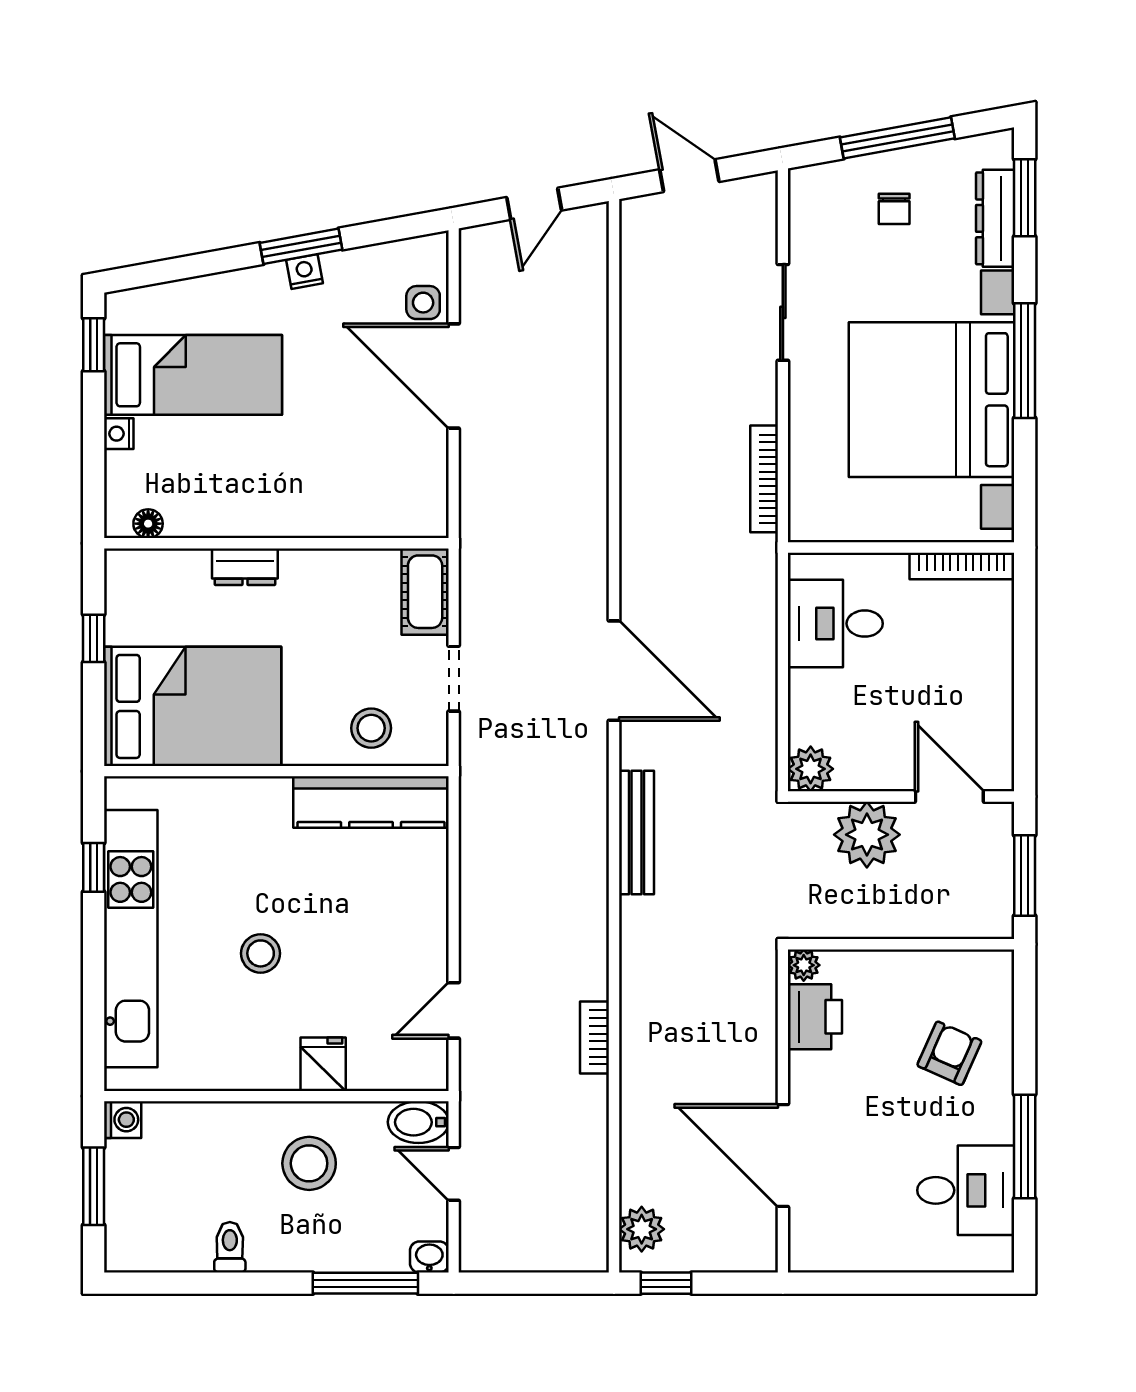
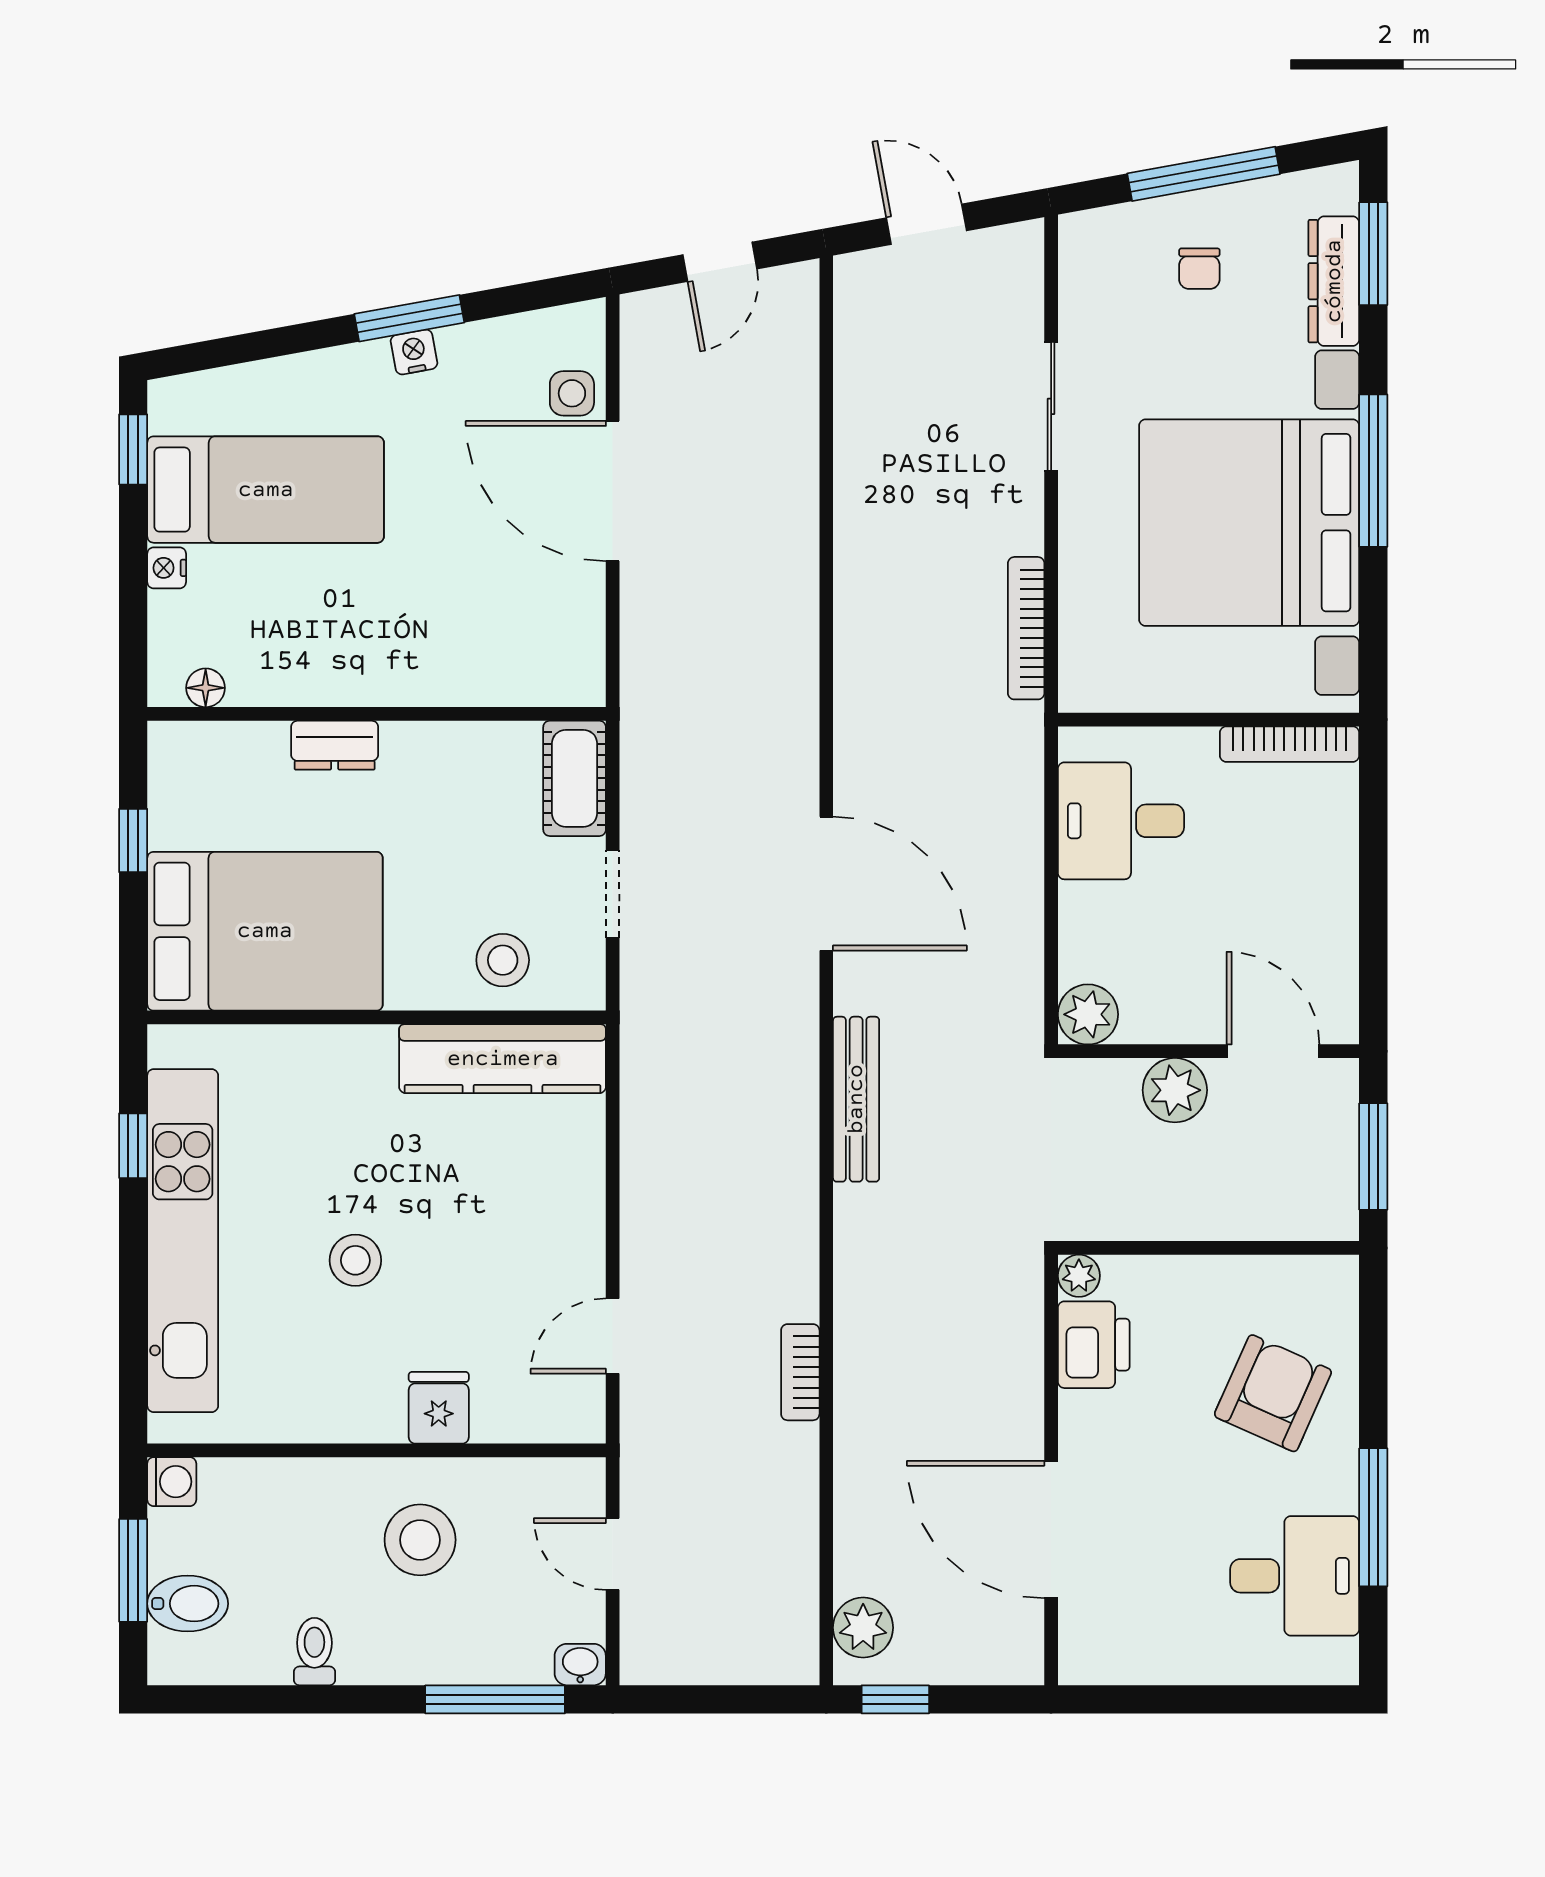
plant: (867, 835) -> (1175, 1090), width x0.73, depth x0.73
armchair: (949, 1053) -> (1273, 1393), width x1.38, depth x1.38
bidet: (418, 1122) -> (188, 1604), moved, turned 180

